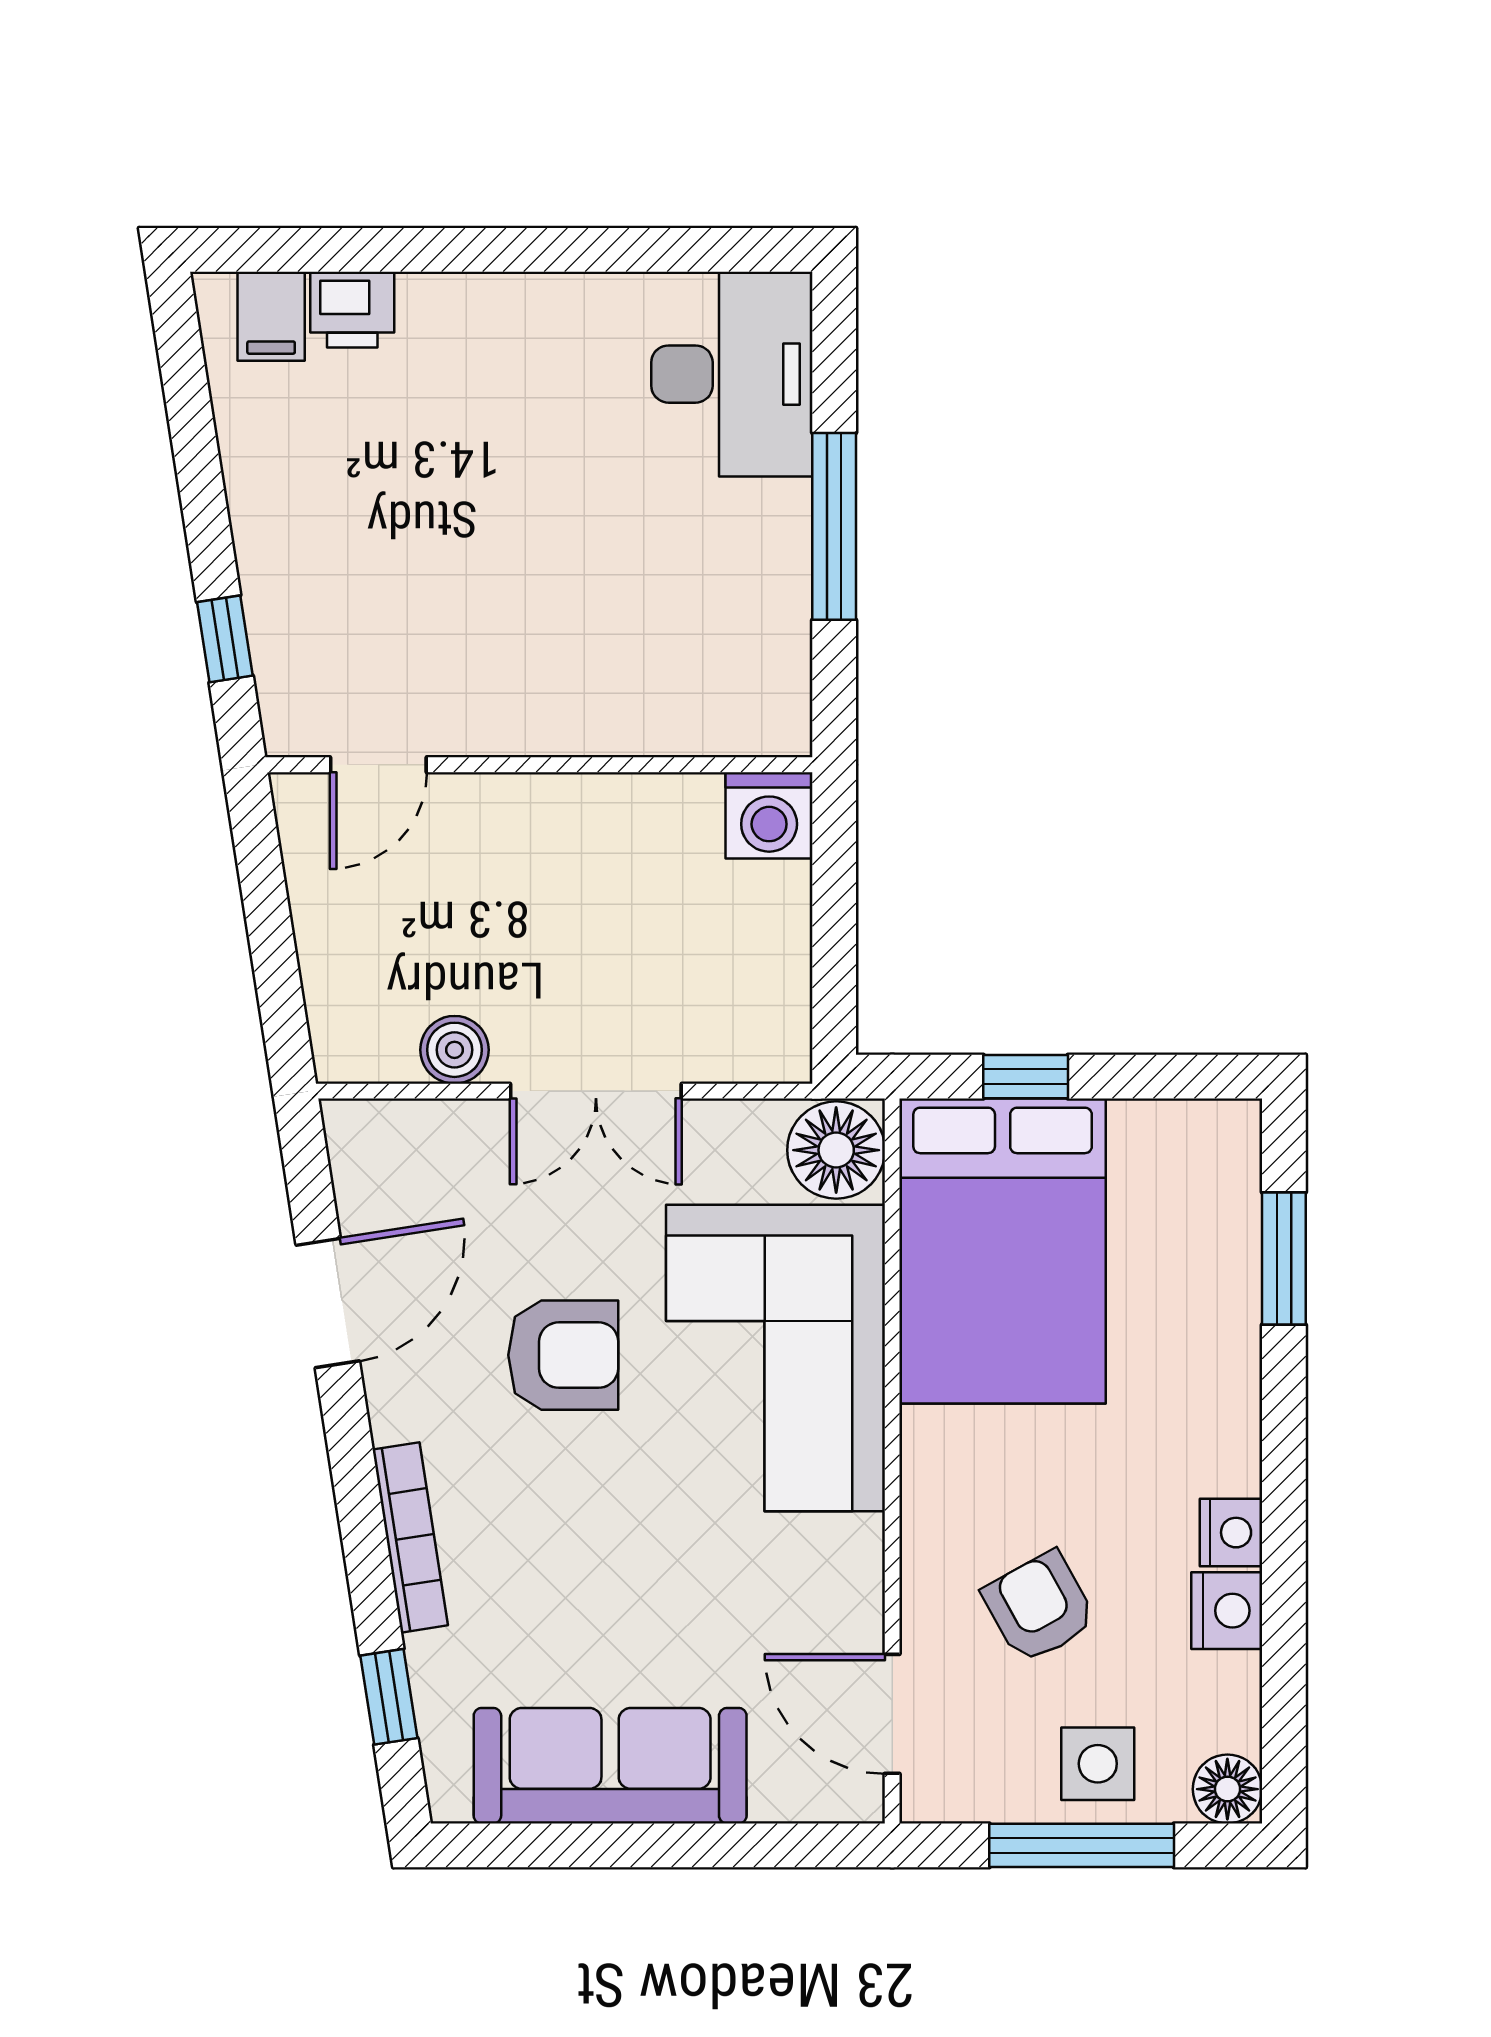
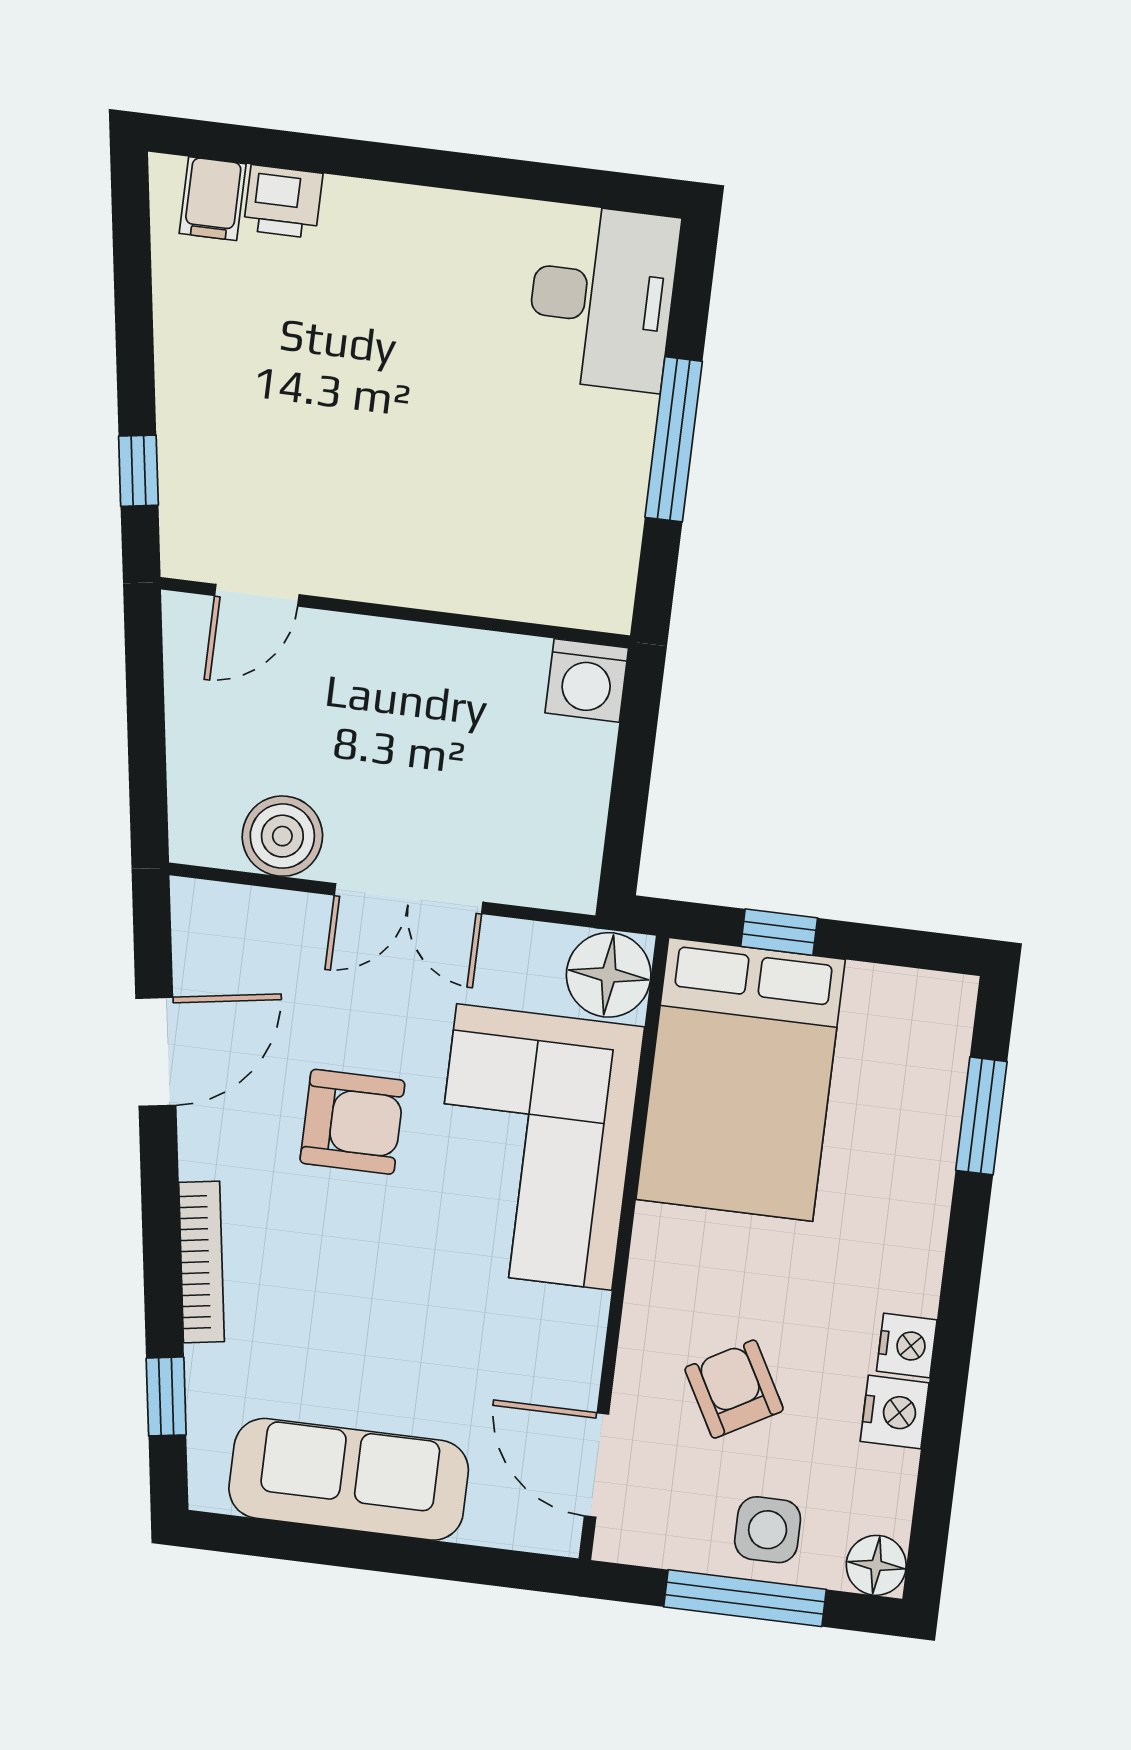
boiler: (454, 1050) -> (282, 836), width x1.36, depth x1.36

